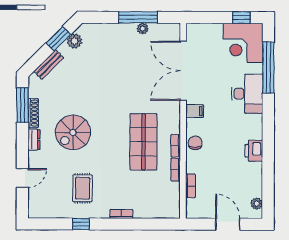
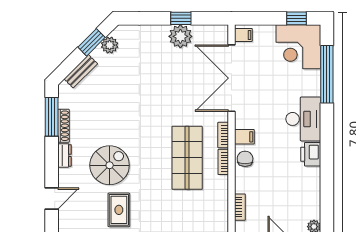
window: (138, 17) -> (181, 18), width x0.46
plant: (143, 29) -> (180, 36), width x1.87, depth x1.87
filing cabinet: (194, 32) -> (243, 35), added
desk: (247, 94) -> (303, 119), moved
filing cabinet: (195, 111) -> (244, 137), moved
spiral stairs: (73, 132) -> (110, 165), moved, turned 180
printer: (254, 151) -> (311, 154), moved
bookcase: (176, 170) -> (223, 135), moved

